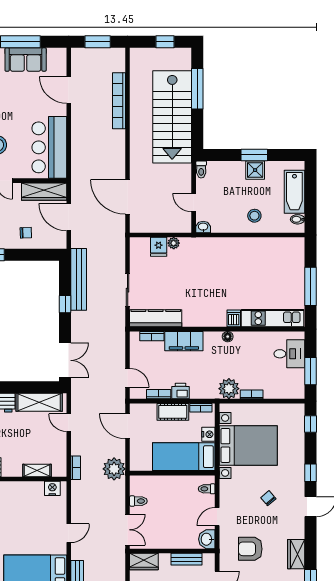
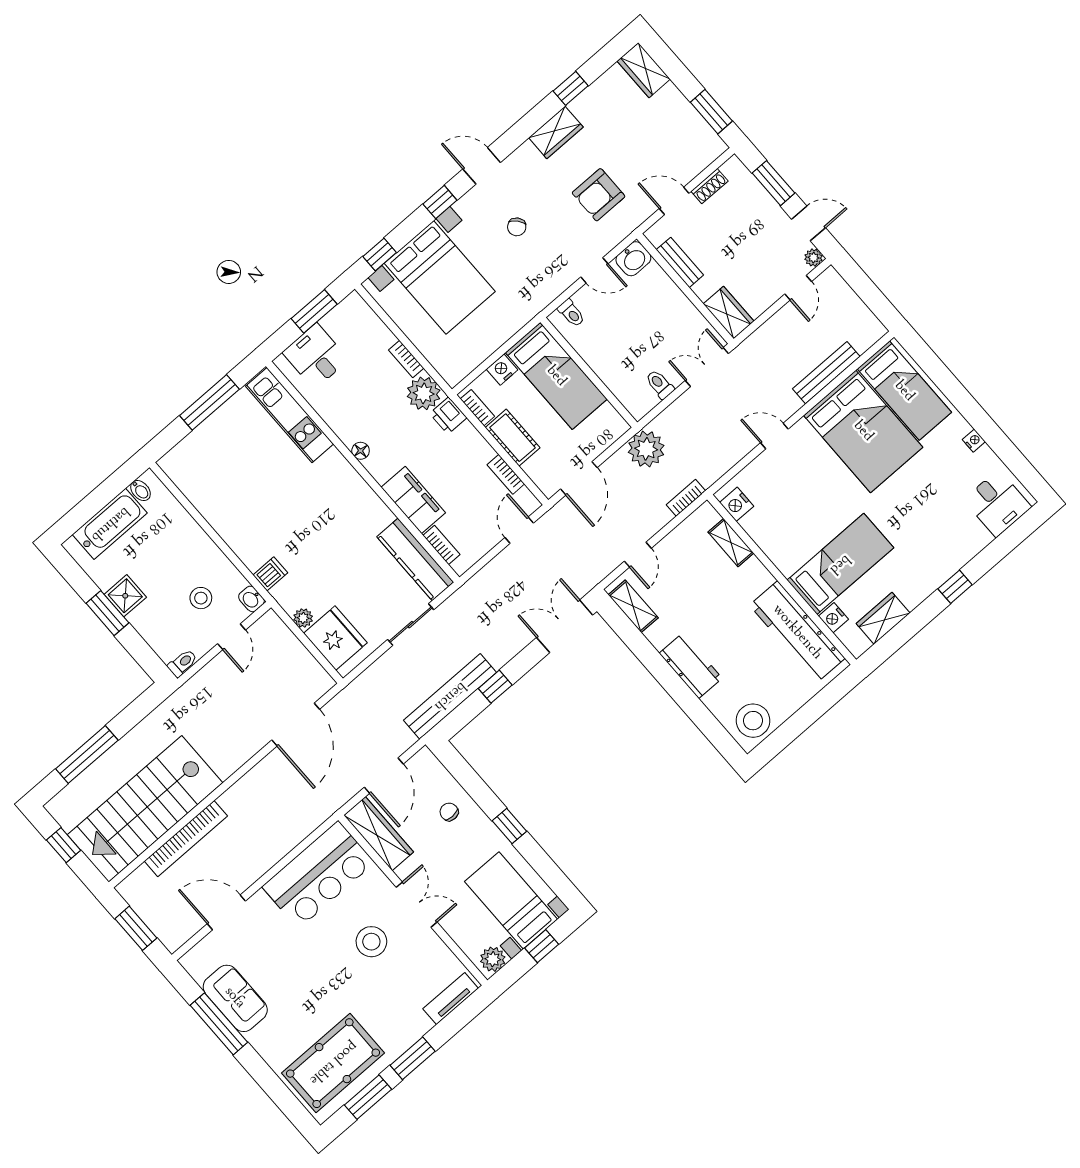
door: (69, 90) -> (226, 912), swing flipped
stairs: (172, 117) -> (145, 809), moved, turned 180
stool: (254, 216) -> (201, 598), moved
fridge: (159, 247) -> (335, 638), width x1.88, depth x1.34
dishwasher: (234, 318) -> (270, 574), moved, turned 180
printer: (180, 391) -> (448, 416), moved
shelving: (39, 402) -> (633, 606), width x0.67, depth x0.75
bed with nightstands: (248, 445) -> (440, 277), moved, turned 180
armchair: (250, 549) -> (599, 195), turned 90

